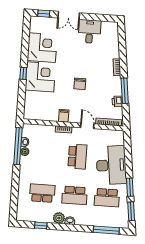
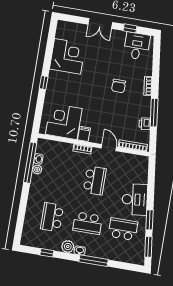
window: (44, 14) -> (130, 28), moved
desk: (90, 31) -> (137, 46), moved
corner desk: (40, 77) -> (64, 121), moved, turned -90
chair: (80, 84) -> (119, 86), moved
desk: (111, 165) -> (135, 199), width x0.73, depth x0.77
school desk: (42, 193) -> (52, 217), turned -90
school desk: (107, 198) -> (123, 229), turned 180
window: (106, 230) -> (93, 261), moved

